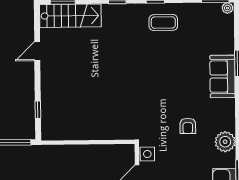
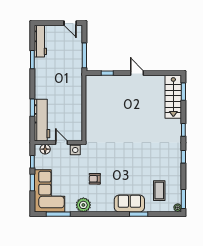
coffee table: (163, 23) -> (159, 191), moved
door: (37, 51) -> (137, 73), moved

